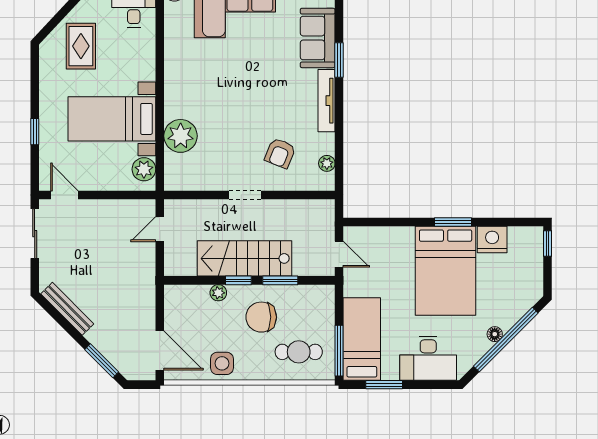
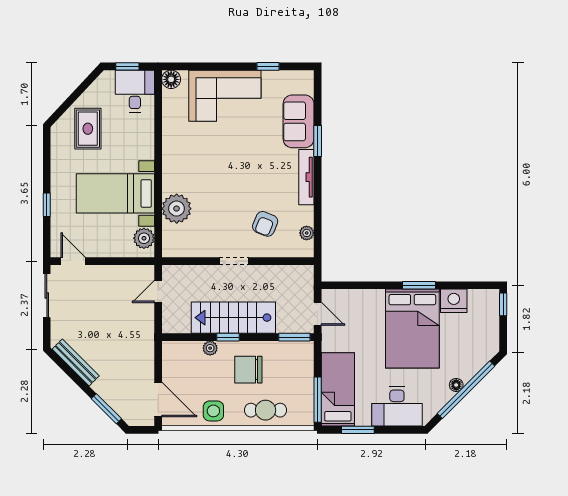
window: (280, 280) -> (294, 337), moved
cafe table: (299, 352) -> (266, 410), moved

